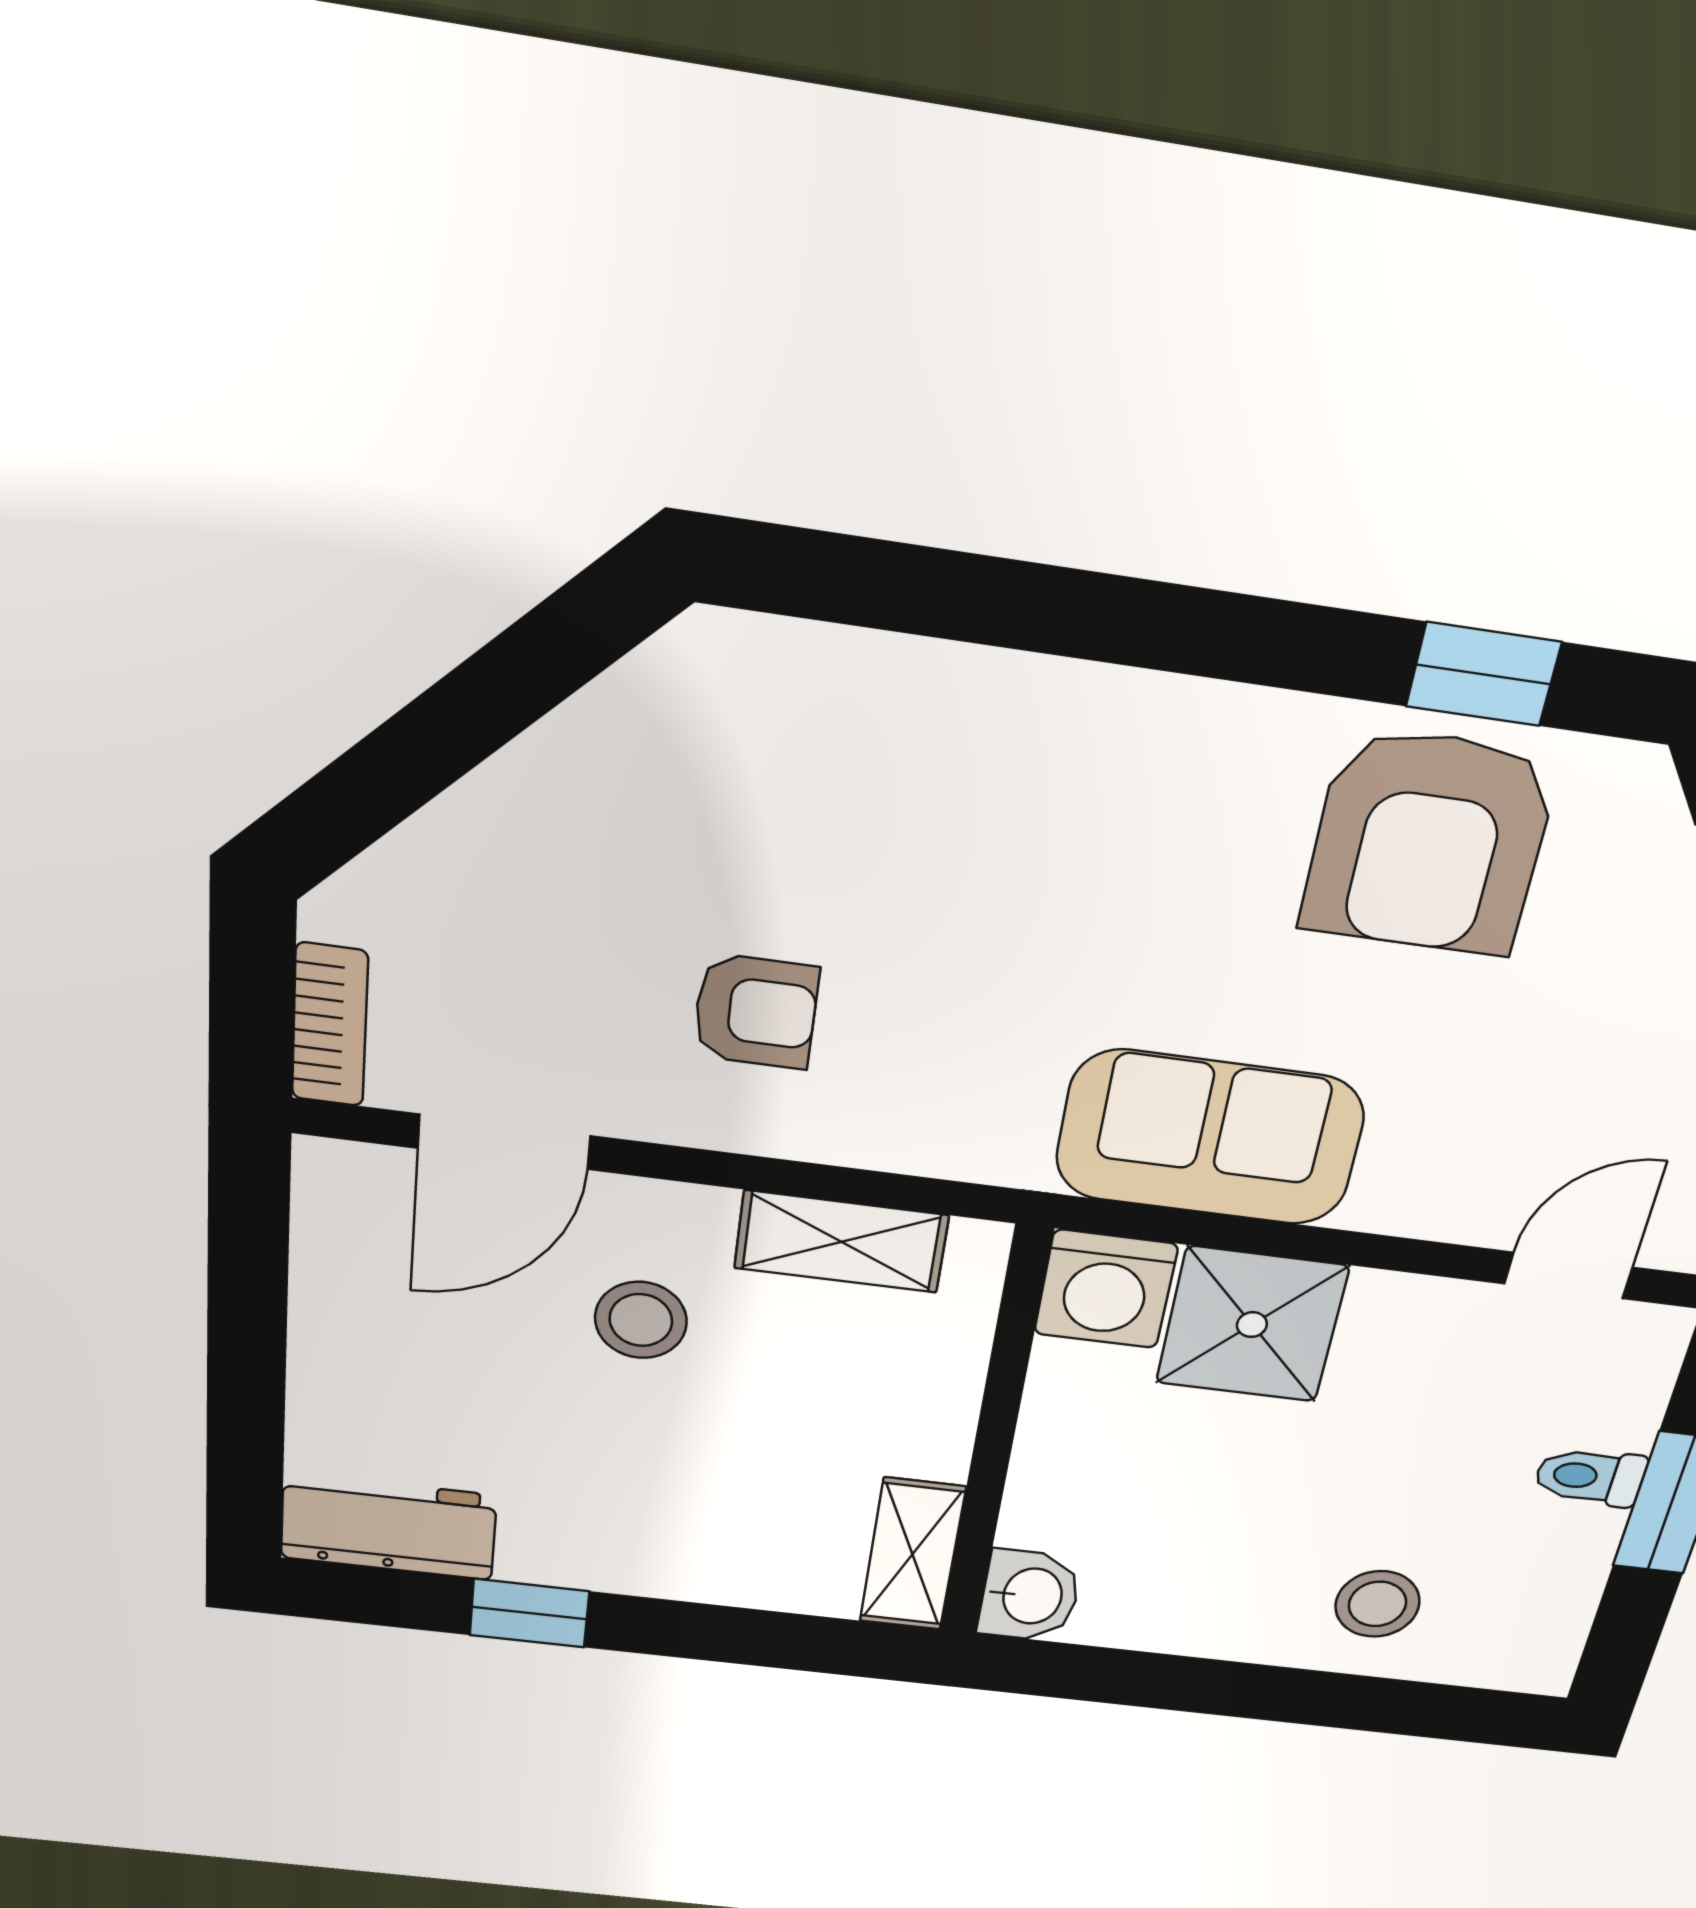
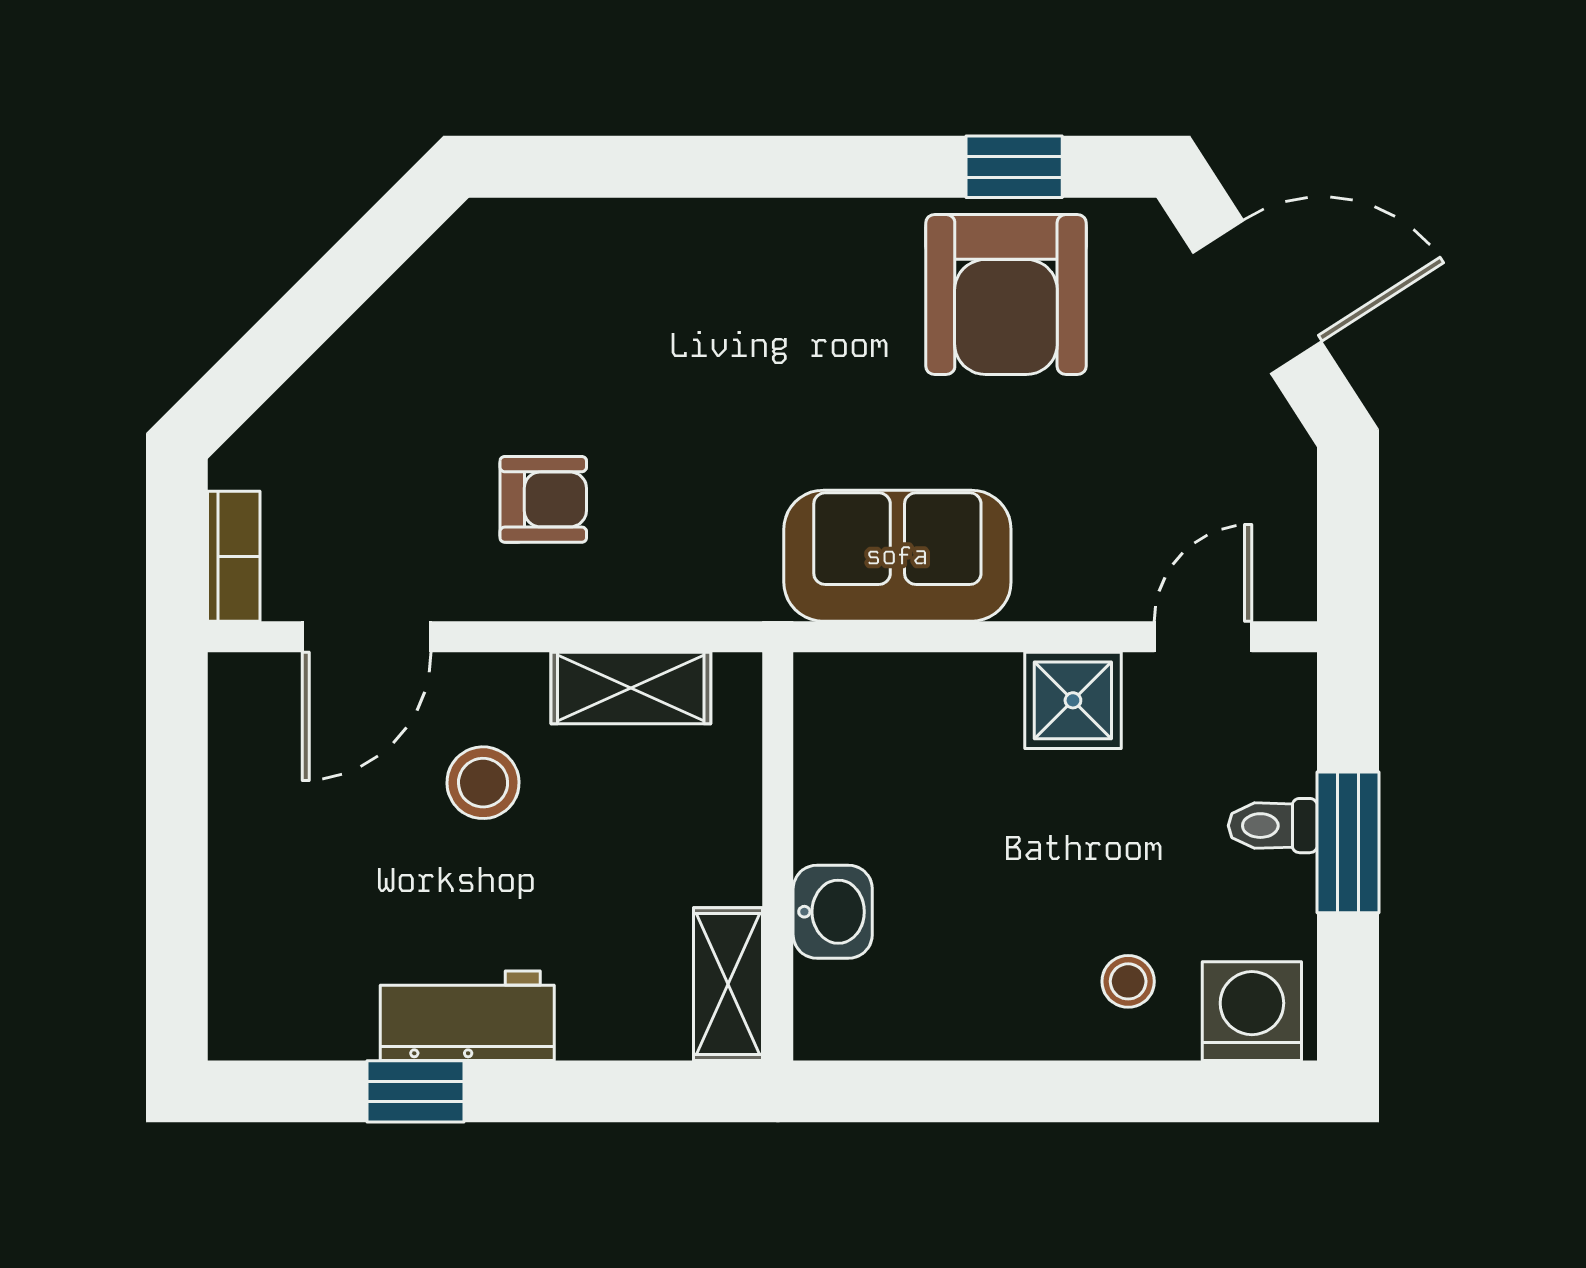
washing machine: (1106, 1289) -> (1252, 1011), moved, turned 180
shower: (1252, 1325) -> (1073, 700), moved, width x0.73, depth x0.73
workbench: (389, 1526) -> (467, 1016), moved
washbasin: (1030, 1596) -> (833, 912), moved
stool: (1377, 1604) -> (1128, 981), width x0.73, depth x0.73

